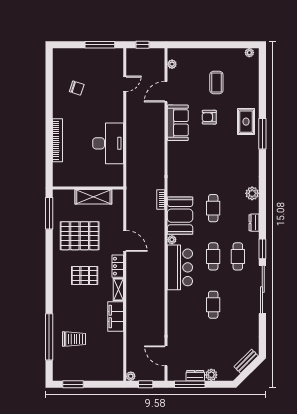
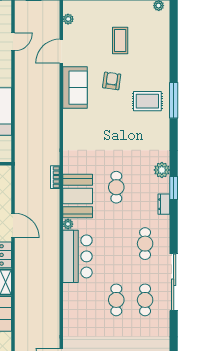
armchair: (209, 117) -> (112, 81), turned 98
rug: (246, 122) -> (147, 101), moved, turned 90
window: (262, 249) -> (174, 188), moved
cafe table: (213, 256) -> (145, 300), moved

